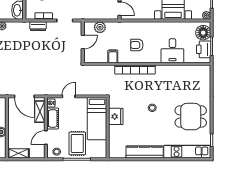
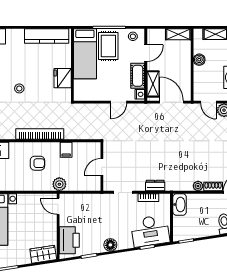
plant: (100, 27) -> (59, 184), moved
bed: (97, 119) -> (85, 54), moved, turned 180
kitchen counter: (145, 152) -> (47, 36), moved

